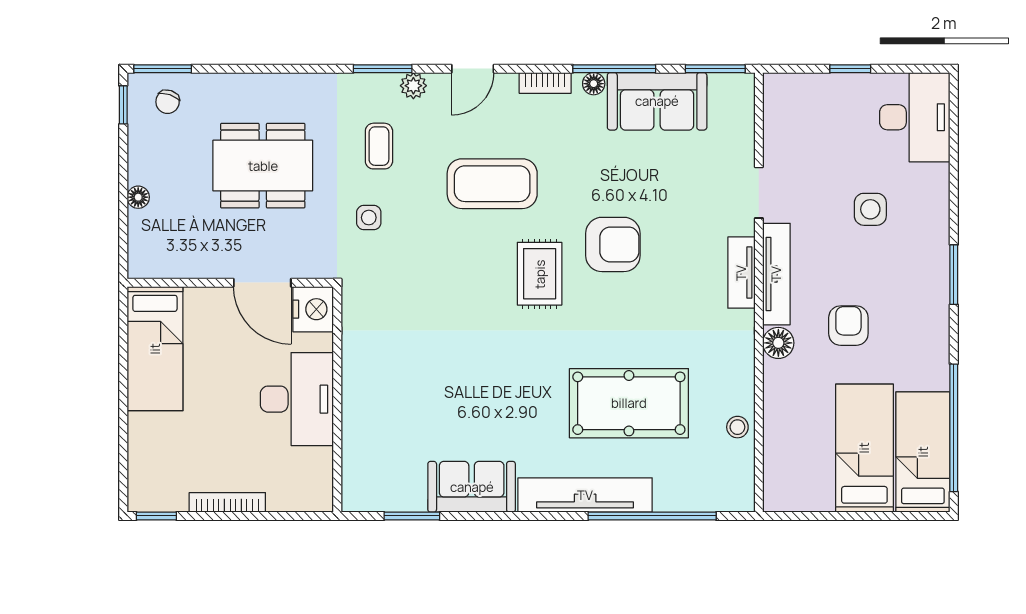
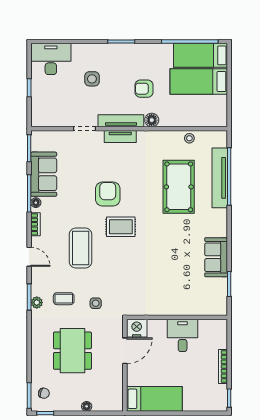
plant: (413, 86) -> (37, 303), moved
desk: (297, 399) -> (183, 335), width x0.73
tv unit: (585, 495) -> (220, 178), moved

